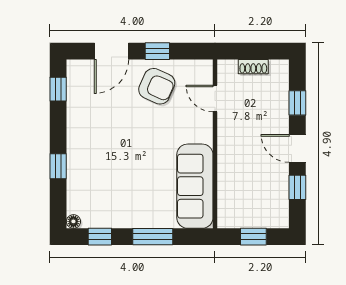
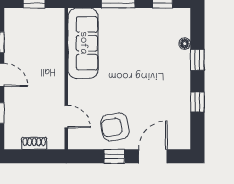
armchair: (157, 86) -> (115, 127), turned -34
window: (58, 89) -> (197, 102), moved
floor lamp: (73, 221) -> (185, 44), moved

